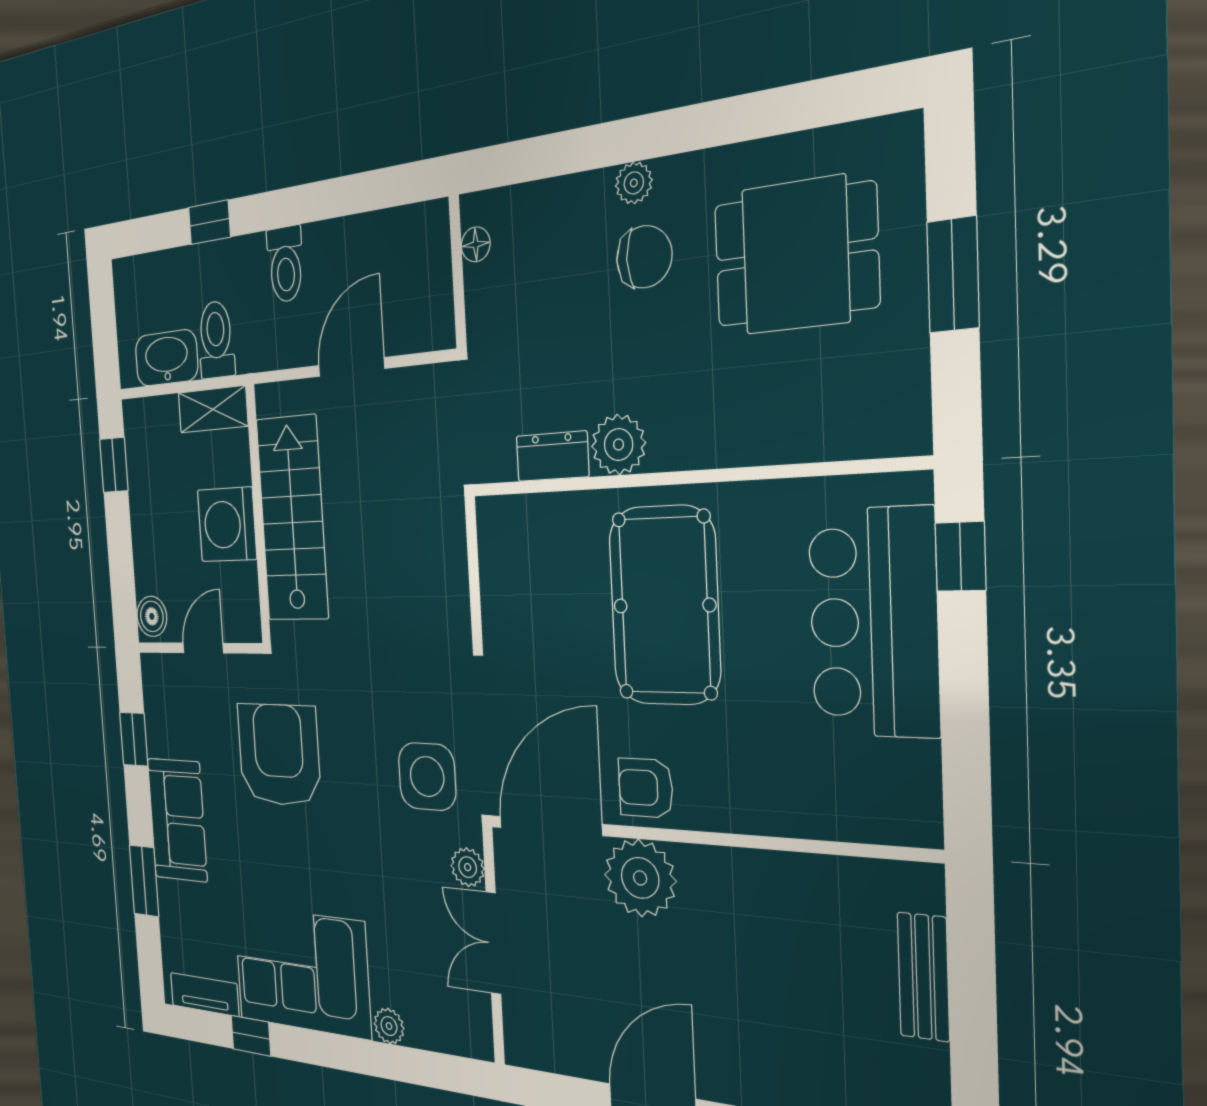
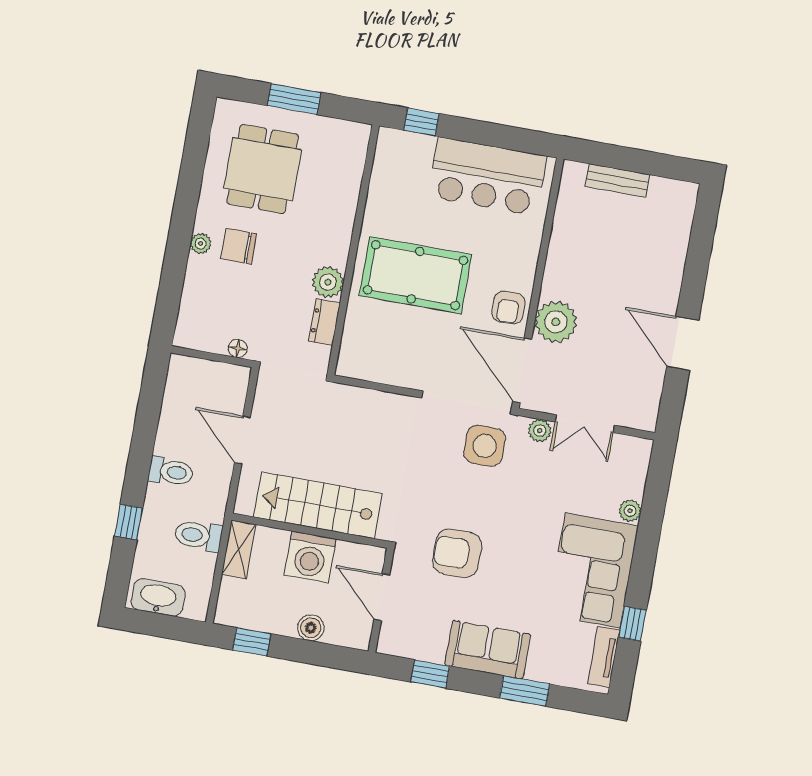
floor lamp: (476, 244) -> (238, 348), moved
chair: (644, 257) -> (239, 246), turned -90
washbasin: (166, 358) -> (158, 597), moved, turned 90
boiler: (152, 616) -> (311, 628), moved
bar counter: (873, 622) -> (487, 176), moved
door: (203, 648) -> (382, 597), width x1.38
armchair: (279, 755) -> (457, 553), width x0.73, depth x0.73

